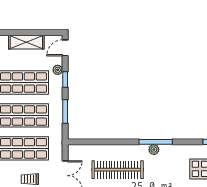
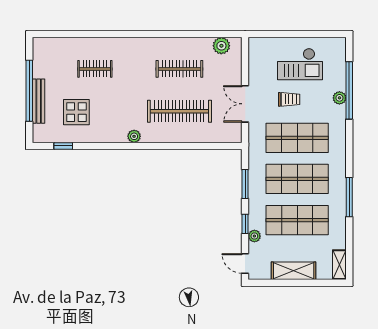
door: (65, 48) -> (245, 263), swing flipped
window: (156, 142) -> (132, 146), removed

